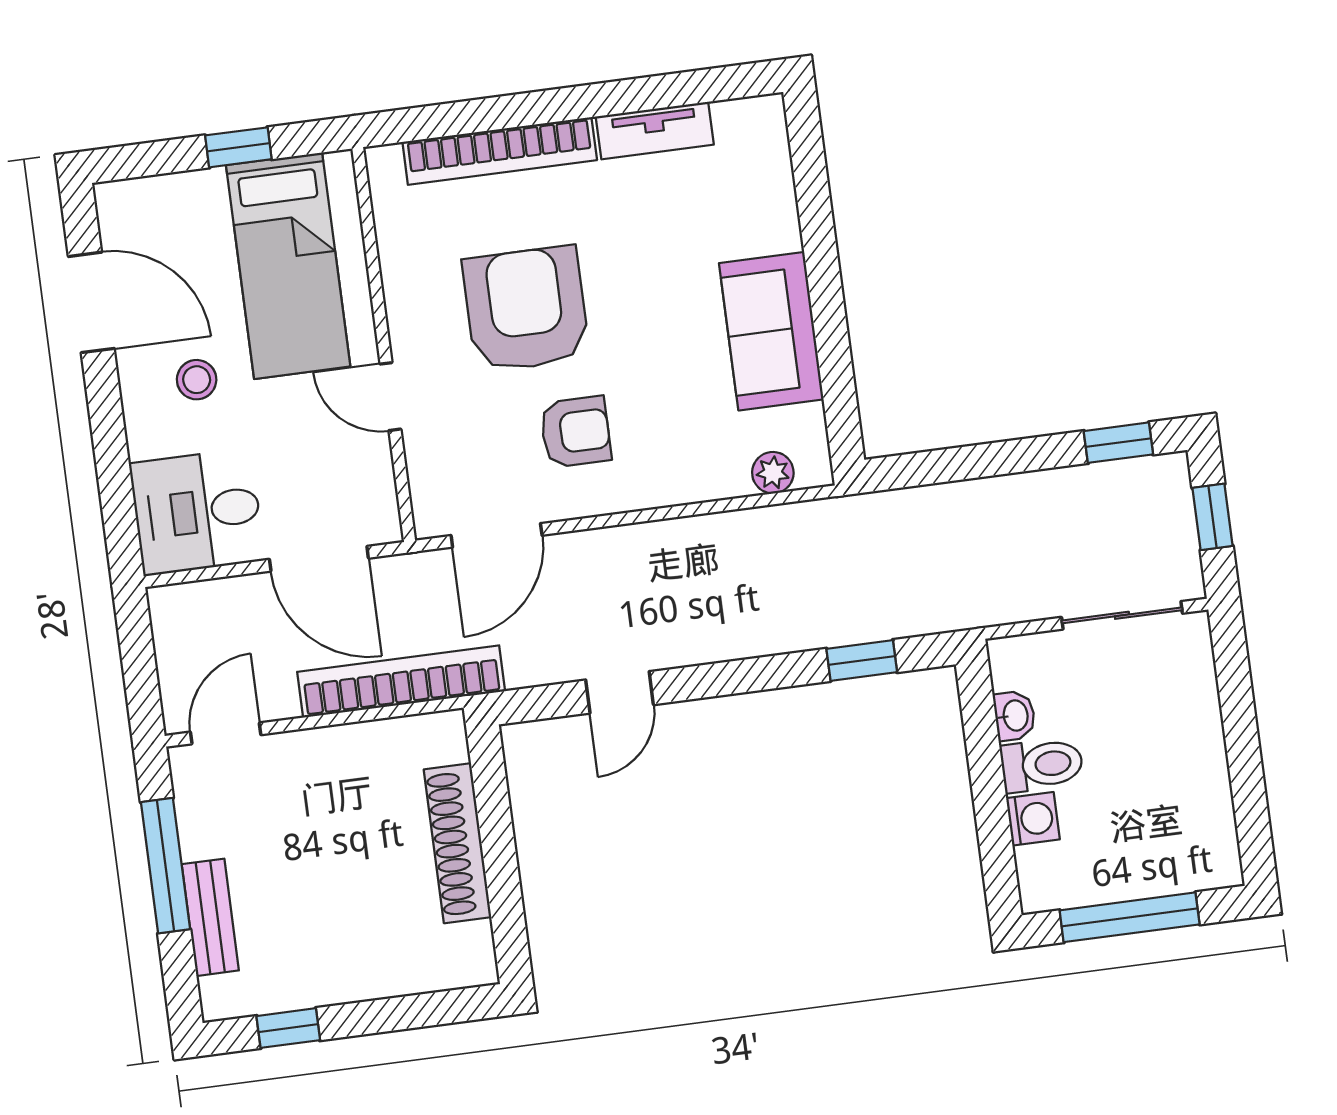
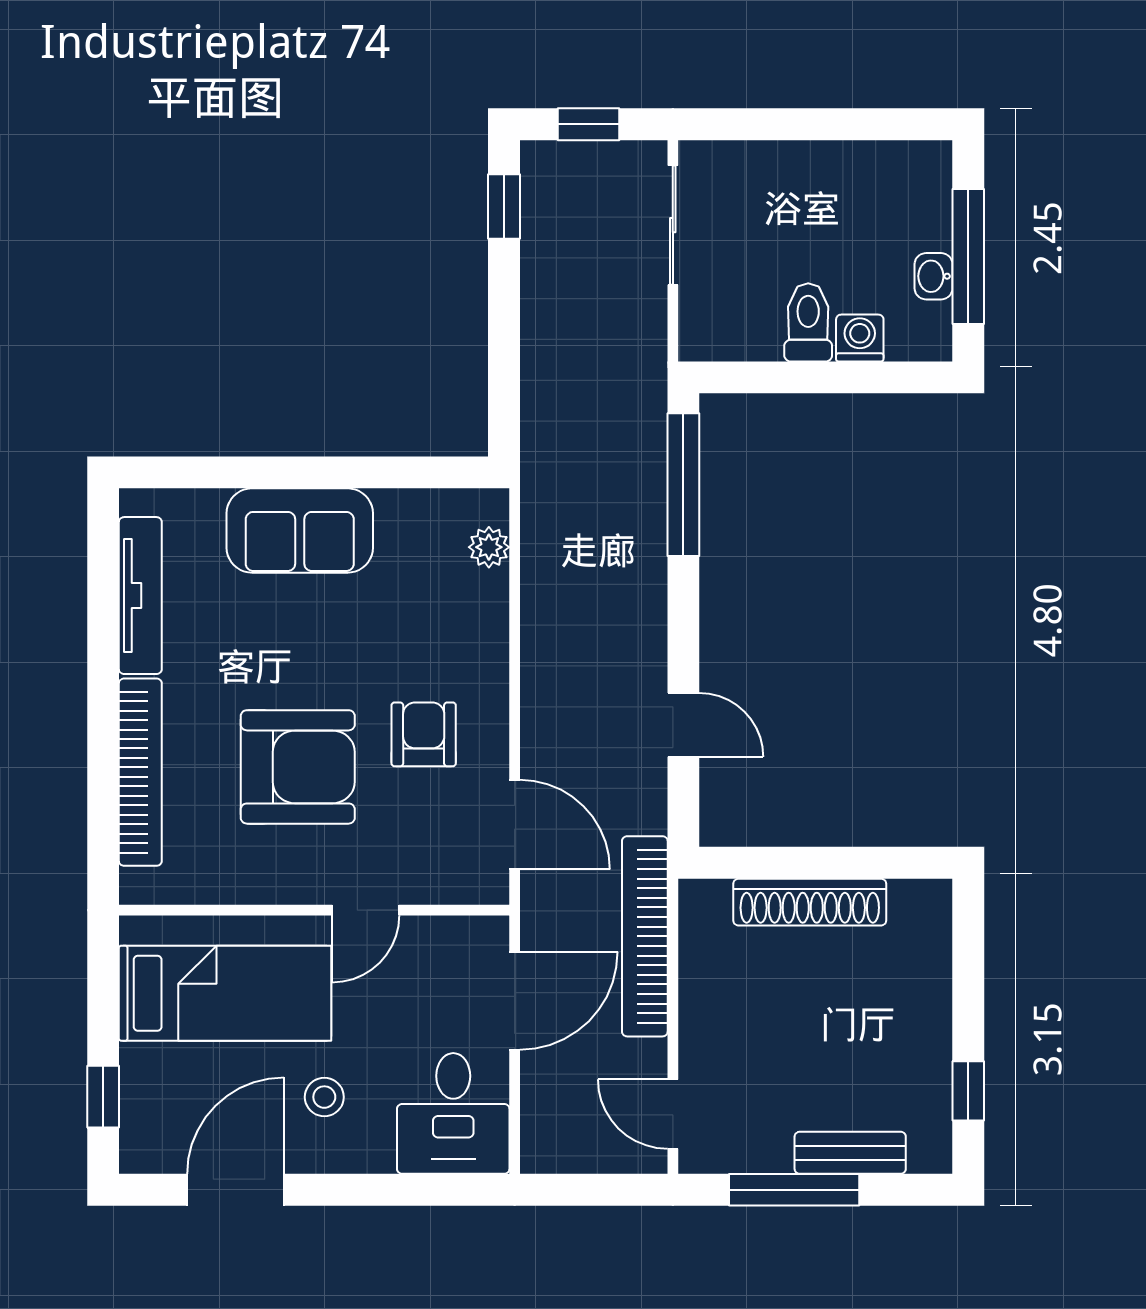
tv unit: (655, 131) -> (140, 596), width x1.41
window: (238, 147) -> (103, 1097), moved
armchair: (526, 309) -> (298, 767), turned 180
sofa: (771, 331) -> (300, 530), moved
window: (862, 660) -> (683, 485), width x2.17
washbasin: (1015, 716) -> (934, 276), moved, turned -90

